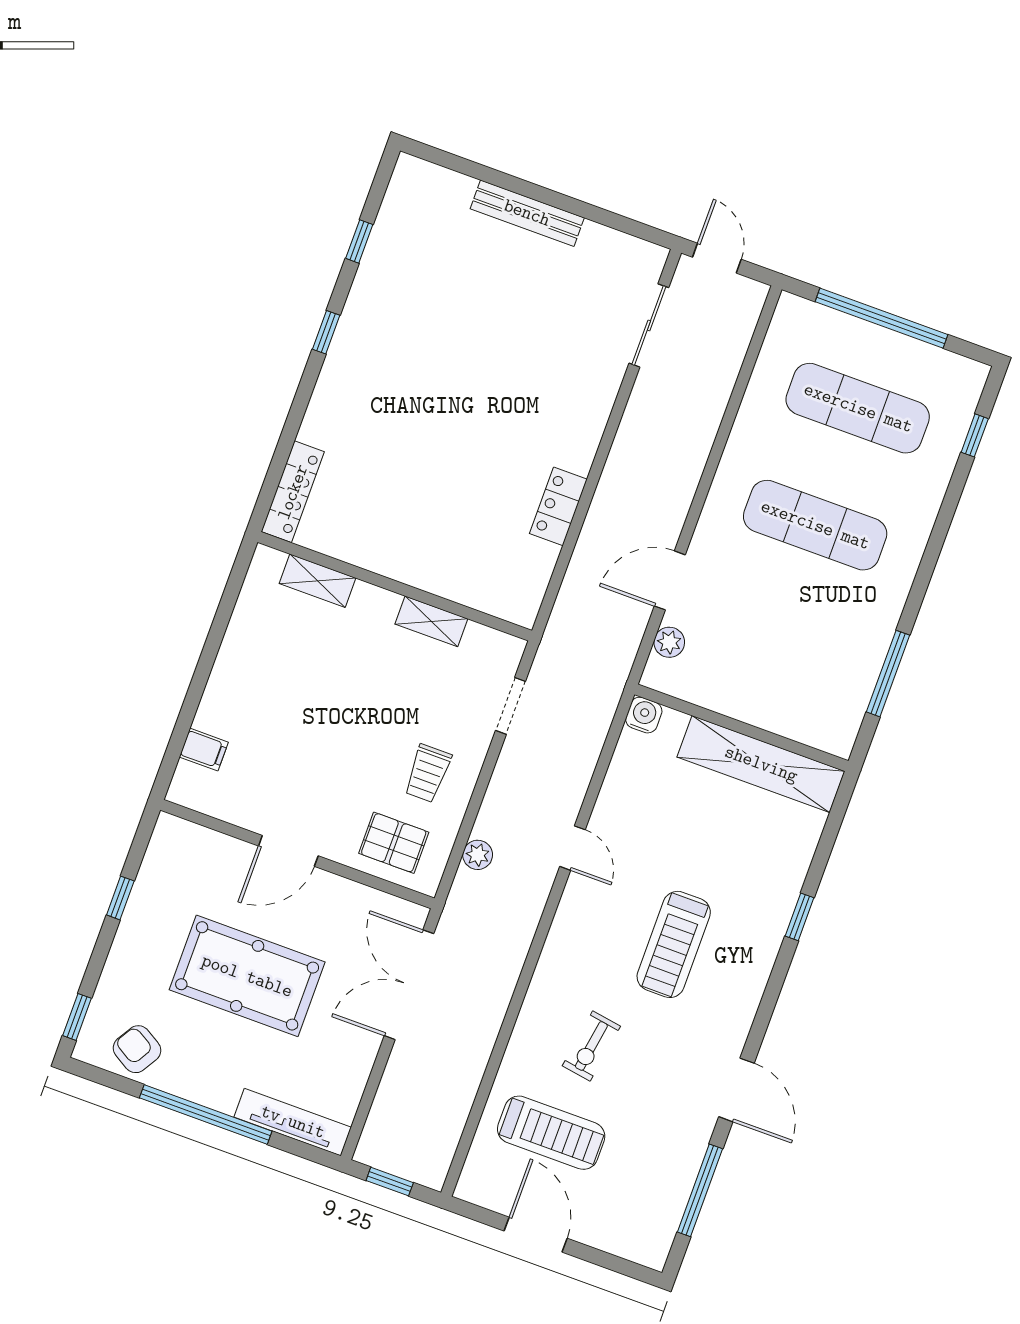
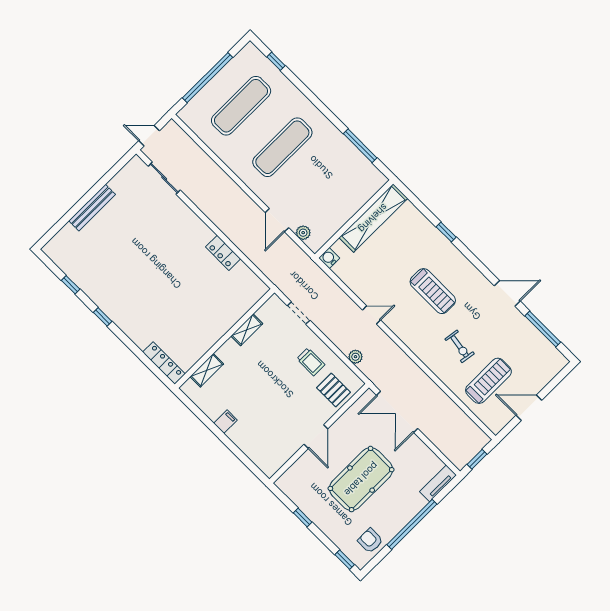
filing cabinet: (204, 750) -> (225, 422), moved
pallet: (394, 843) -> (334, 390), turned 90
armchair: (137, 1049) -> (370, 541), turned 59
tv unit: (293, 1122) -> (438, 483), width x0.71

